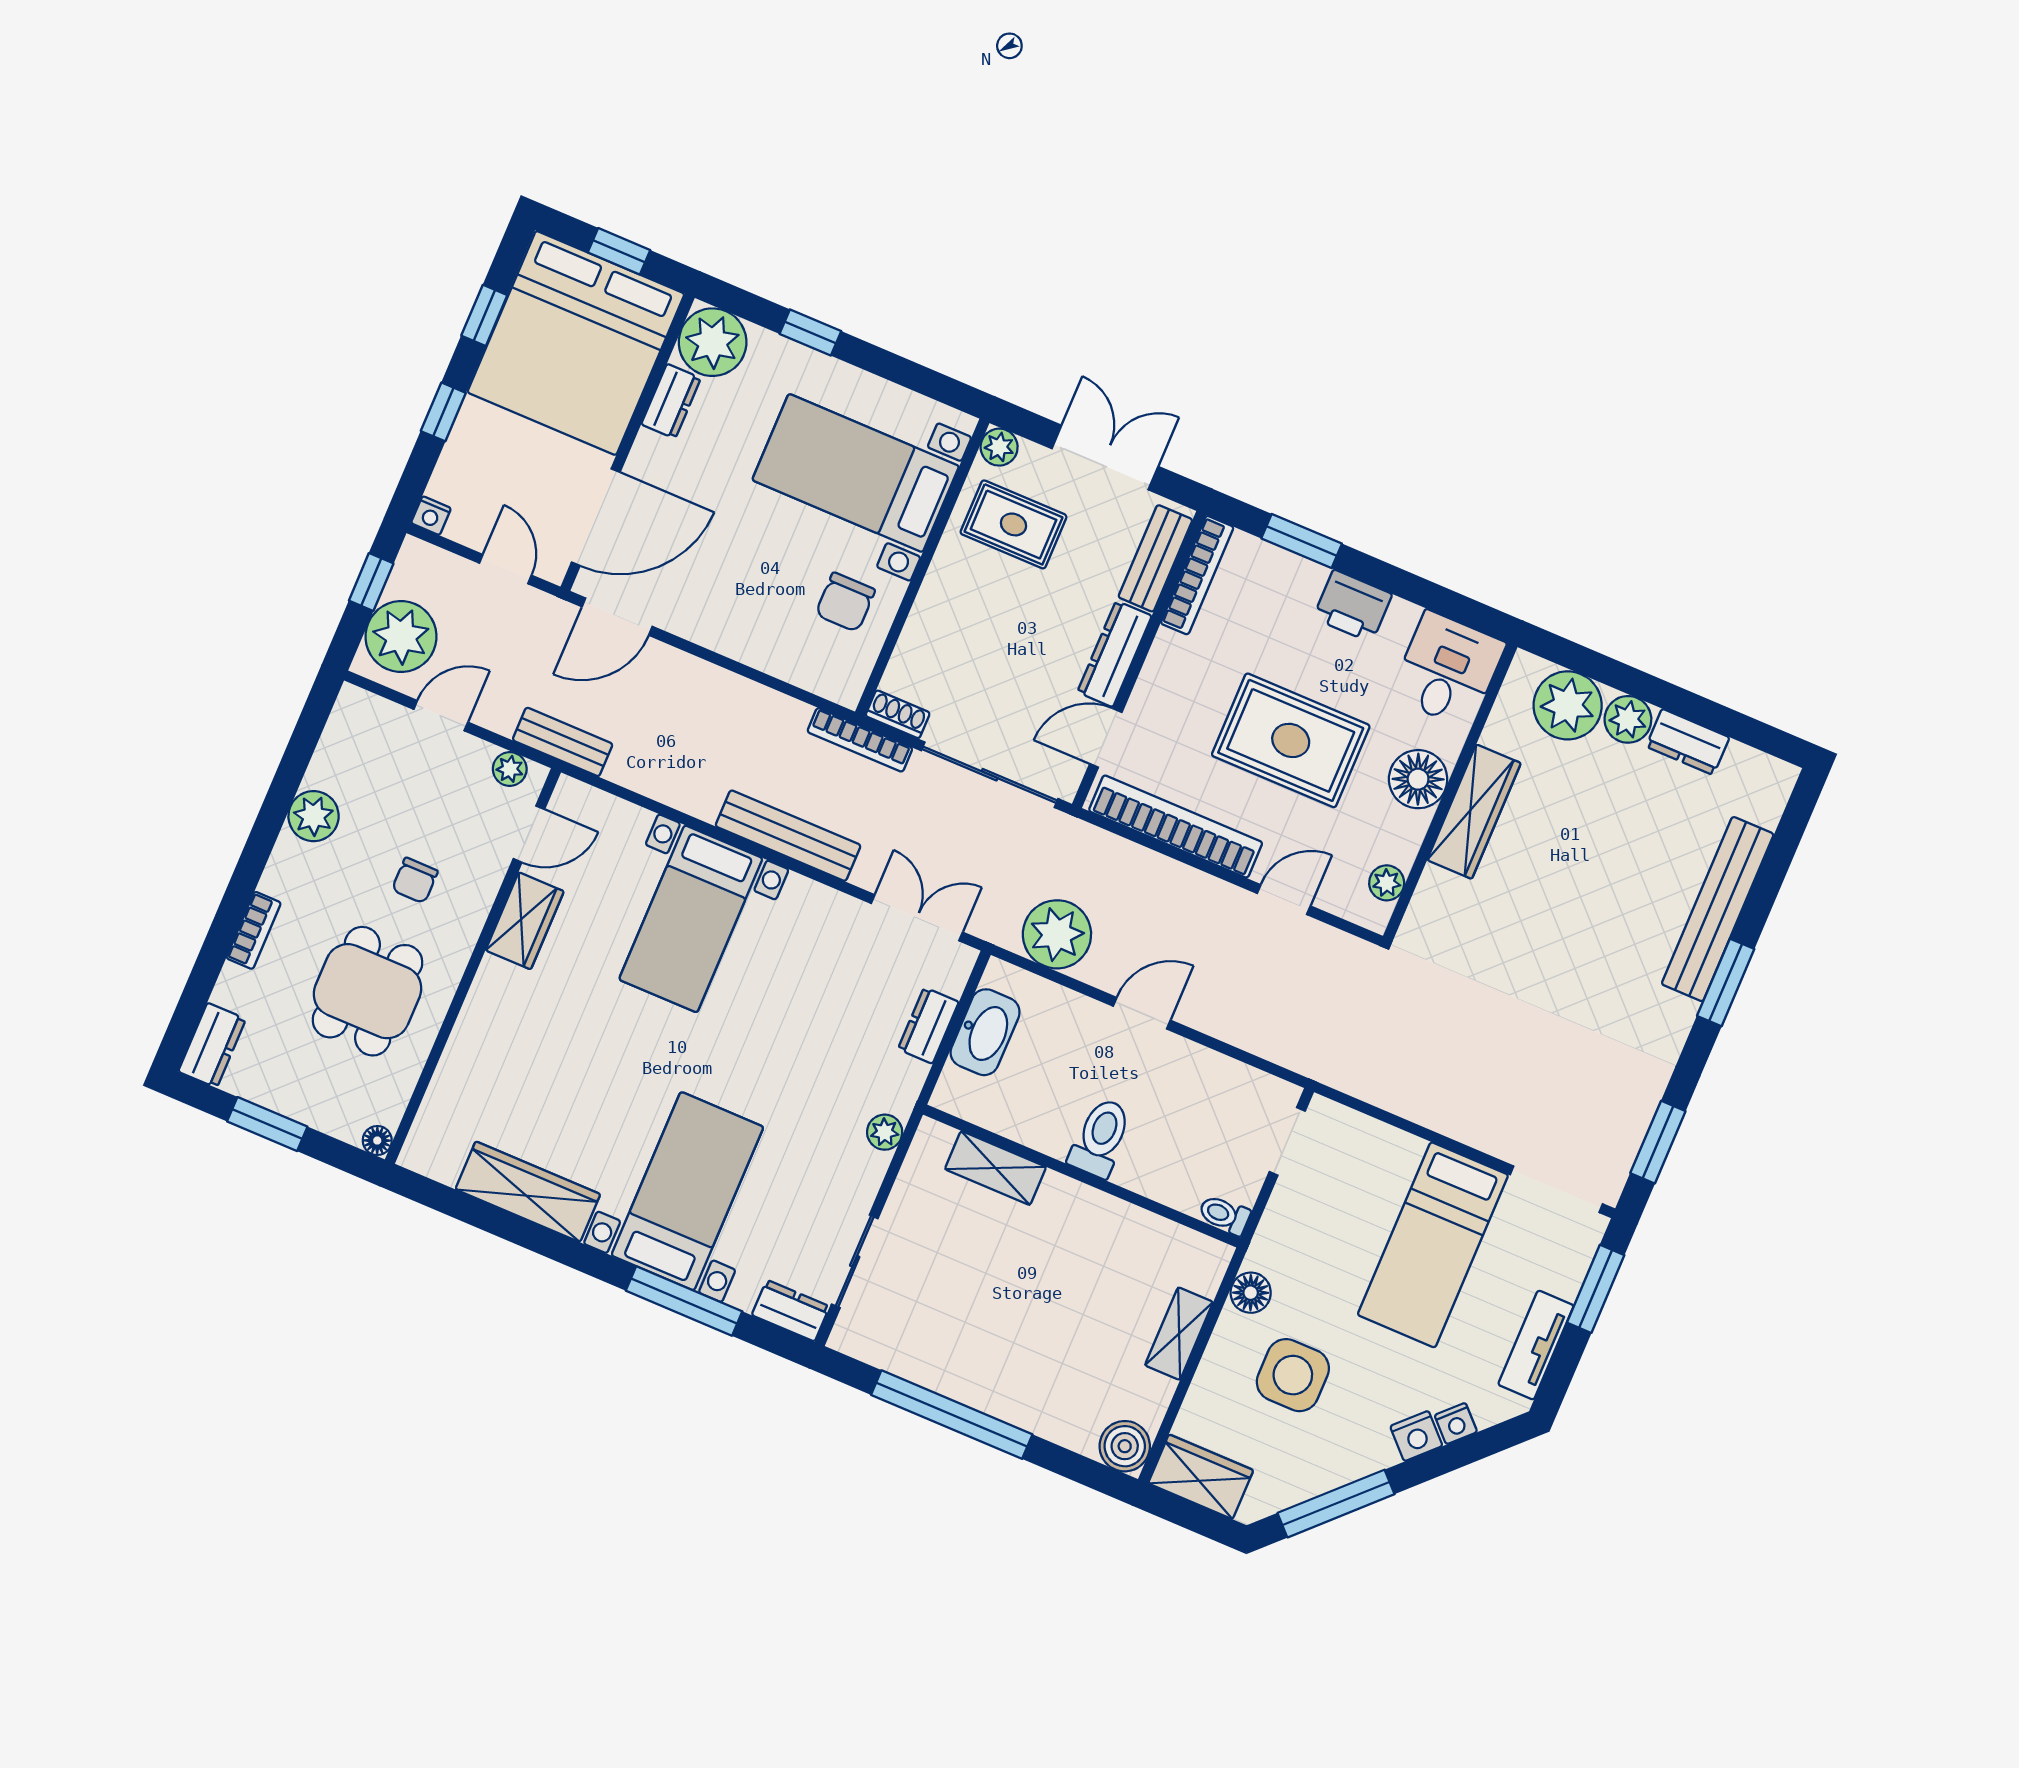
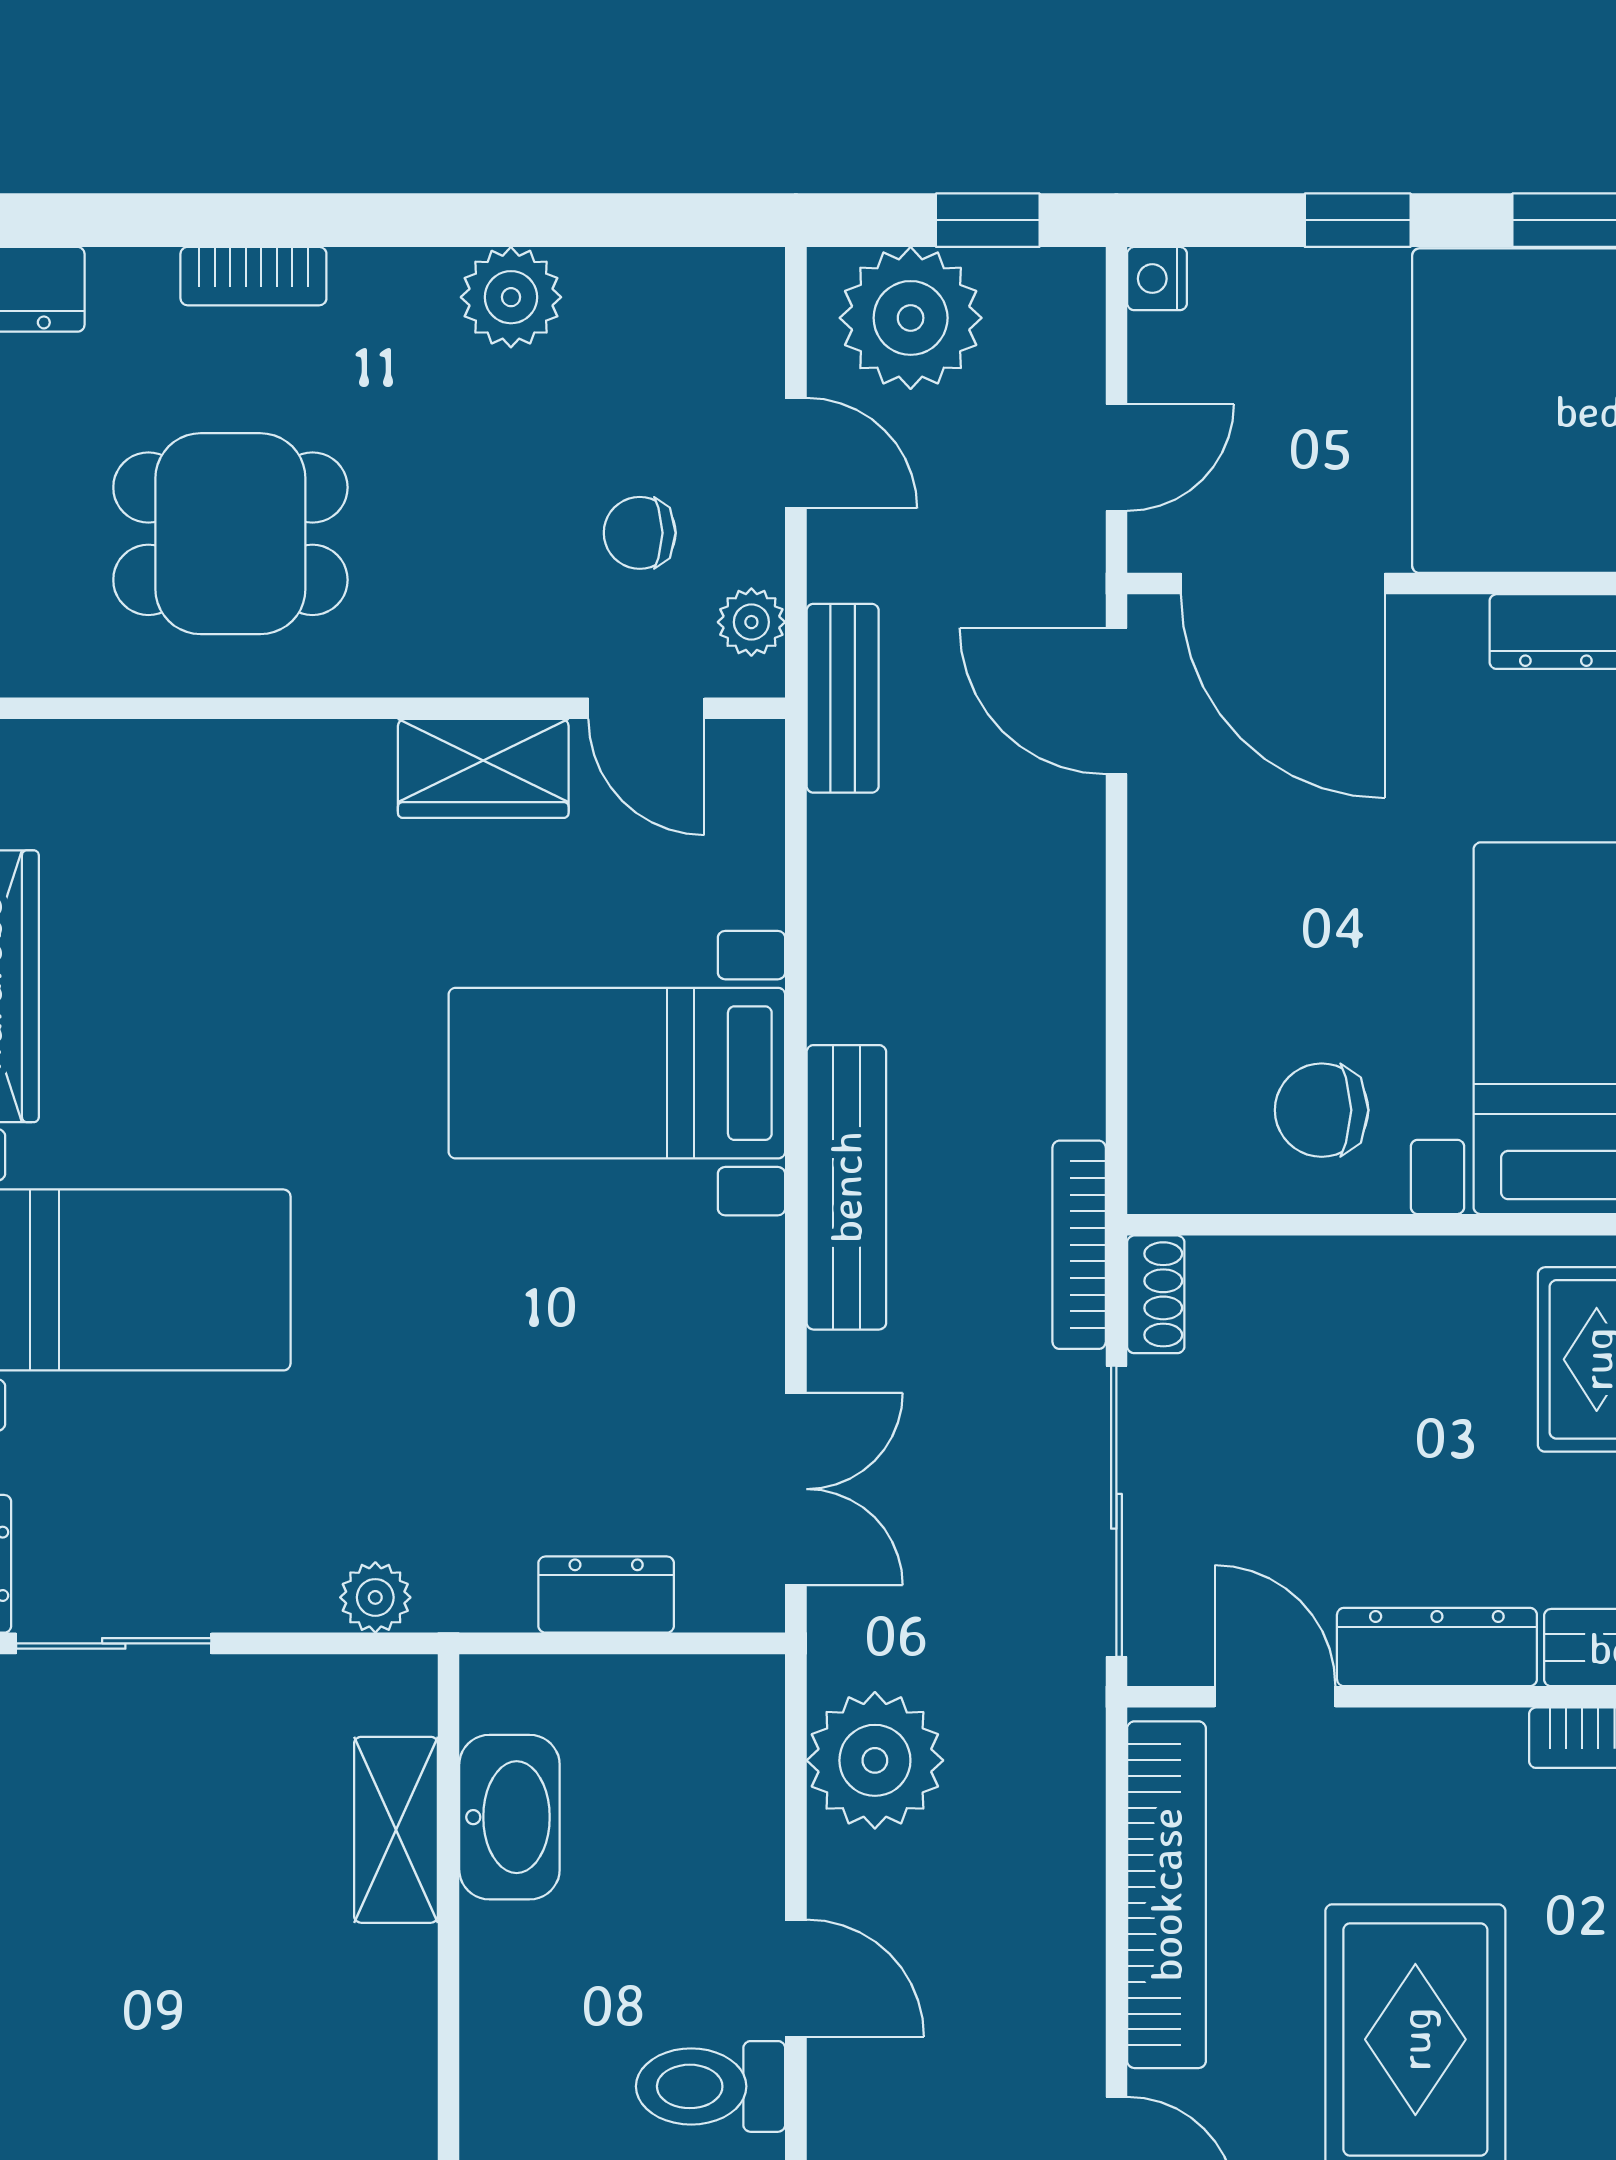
chair: (415, 880) -> (640, 533), moved
washbasin: (985, 1032) -> (509, 1817), moved, turned -90
toilet: (1100, 1138) -> (711, 2086), moved, turned 180

